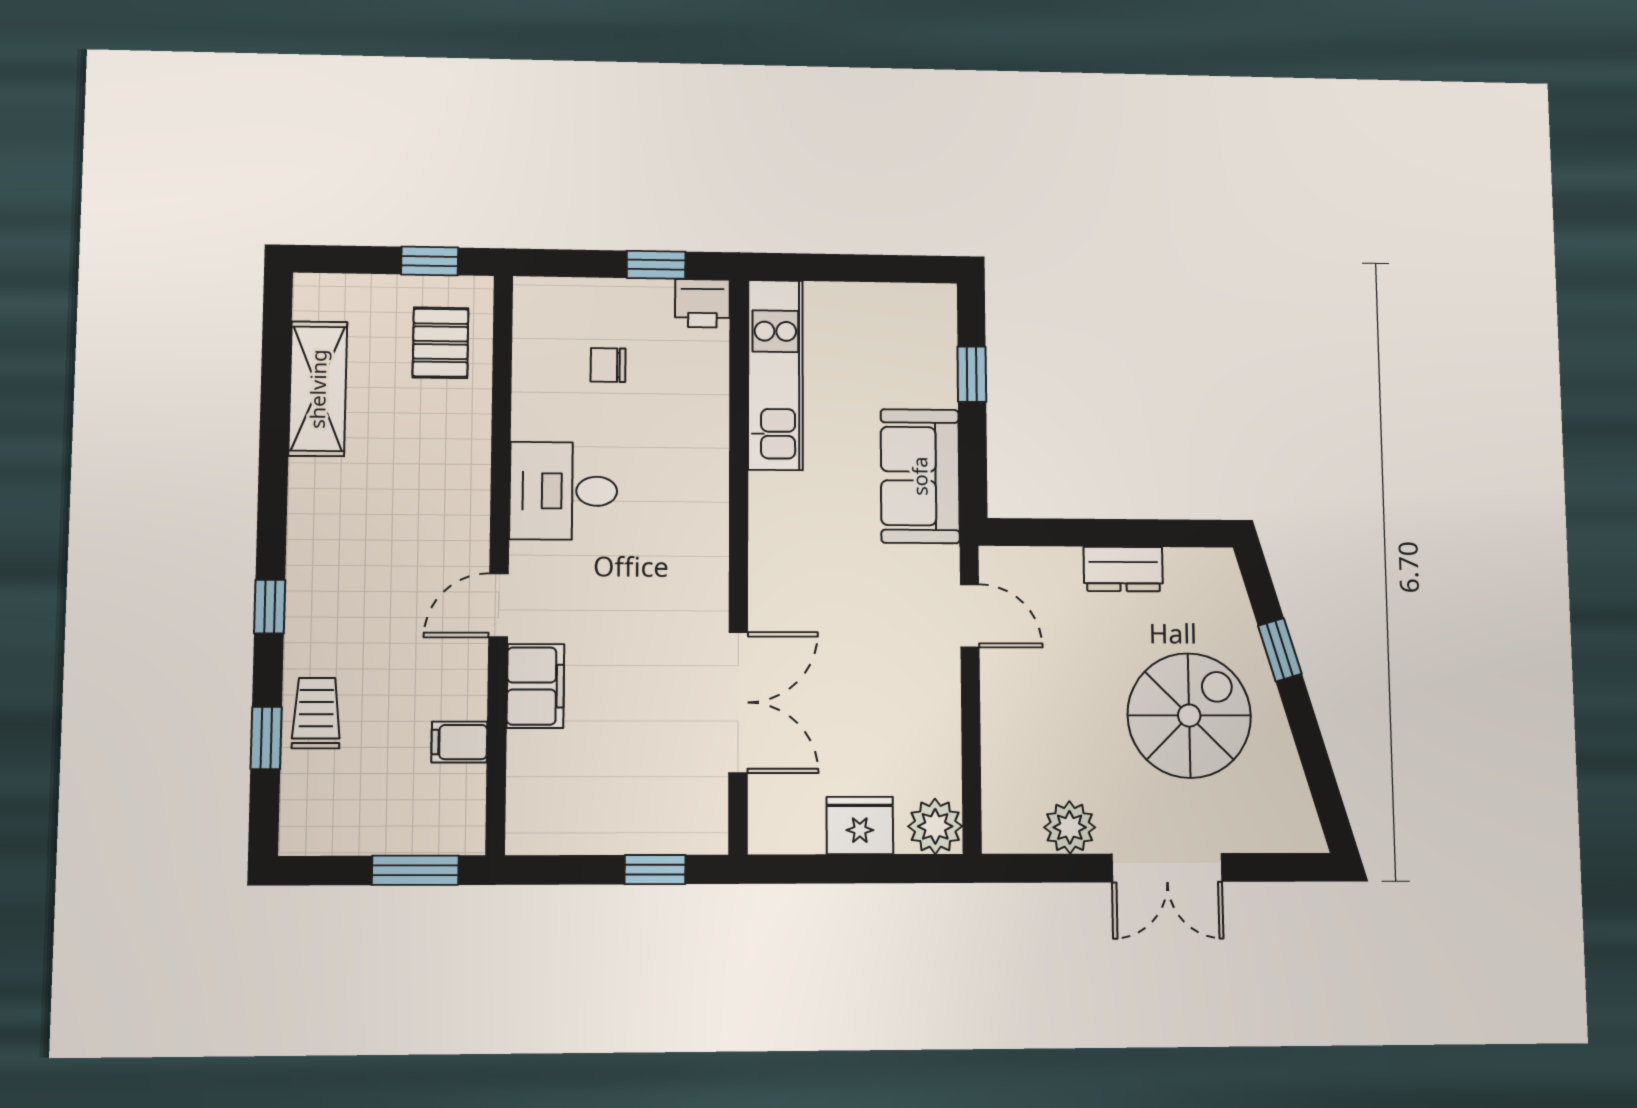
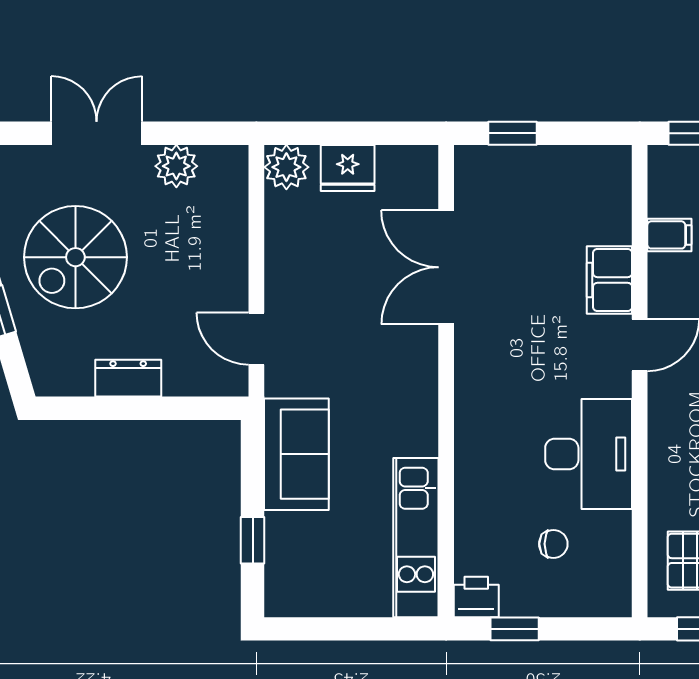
desk: (564, 491) -> (589, 454), width x1.37

